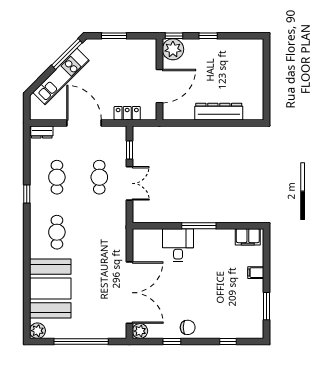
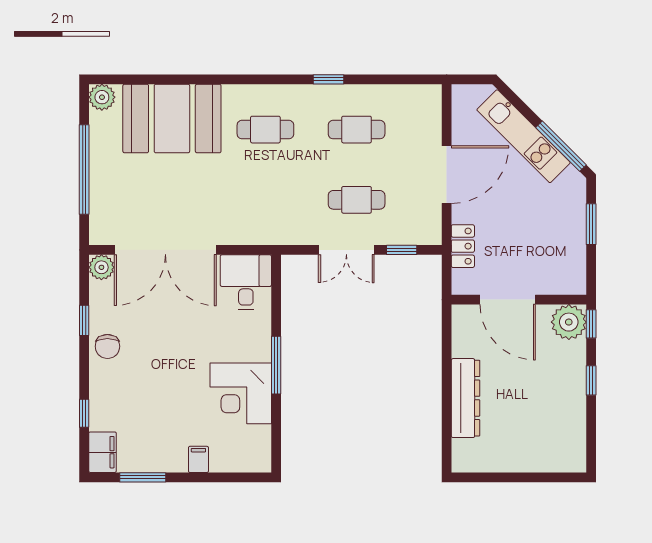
dresser: (42, 132) -> (432, 105), removed
filing cabinet: (248, 237) -> (103, 452), moved, turned 180
desk: (178, 245) -> (246, 282), moved, turned -90
corner desk: (216, 247) -> (241, 393), added

